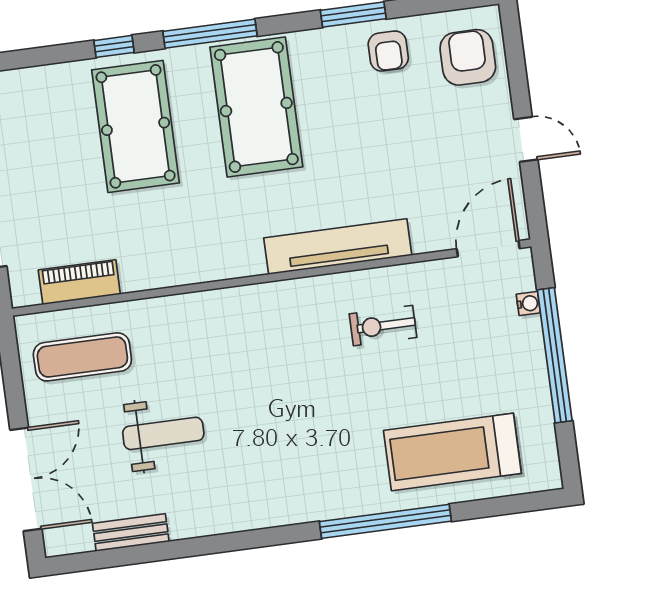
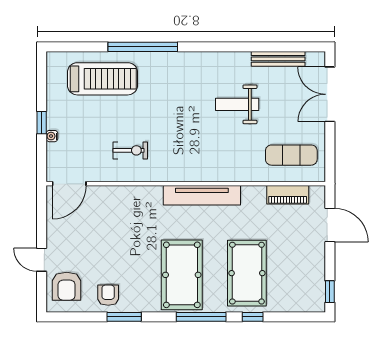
door: (526, 139) -> (42, 260), moved
tv unit: (338, 247) -> (202, 195), moved
water cooler: (528, 303) -> (52, 136), moved
window: (555, 355) -> (42, 123), width x0.32
weight bench: (163, 433) -> (237, 104), moved
bench: (131, 533) -> (278, 59), width x1.36

